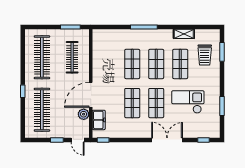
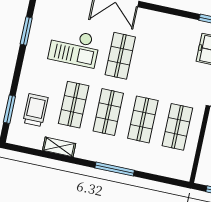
shop shelf: (132, 103) -> (177, 127), moved

